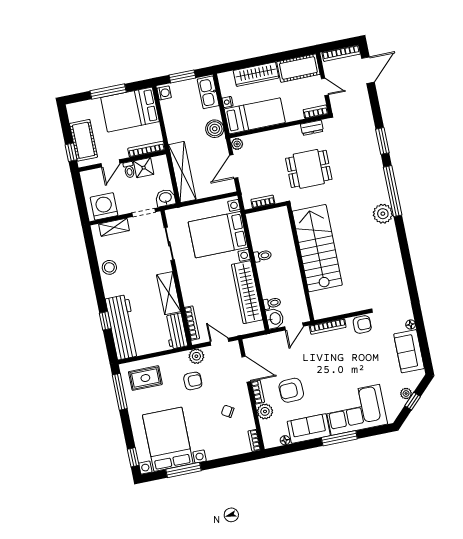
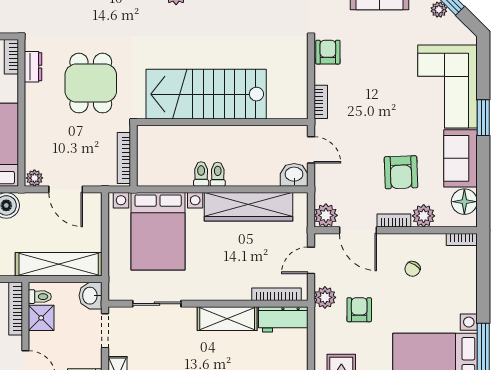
toilet: (129, 170) -> (40, 297), moved
bookcase: (263, 201) -> (124, 158), width x1.56
toilet: (272, 303) -> (218, 174), moved
bookcase: (328, 326) -> (321, 102), width x0.64
plant: (252, 345) -> (326, 215), added
door: (246, 369) -> (358, 230), swing flipped
window: (339, 438) -> (483, 118), width x0.69
floor lamp: (285, 440) -> (464, 202), width x1.89, depth x1.89

